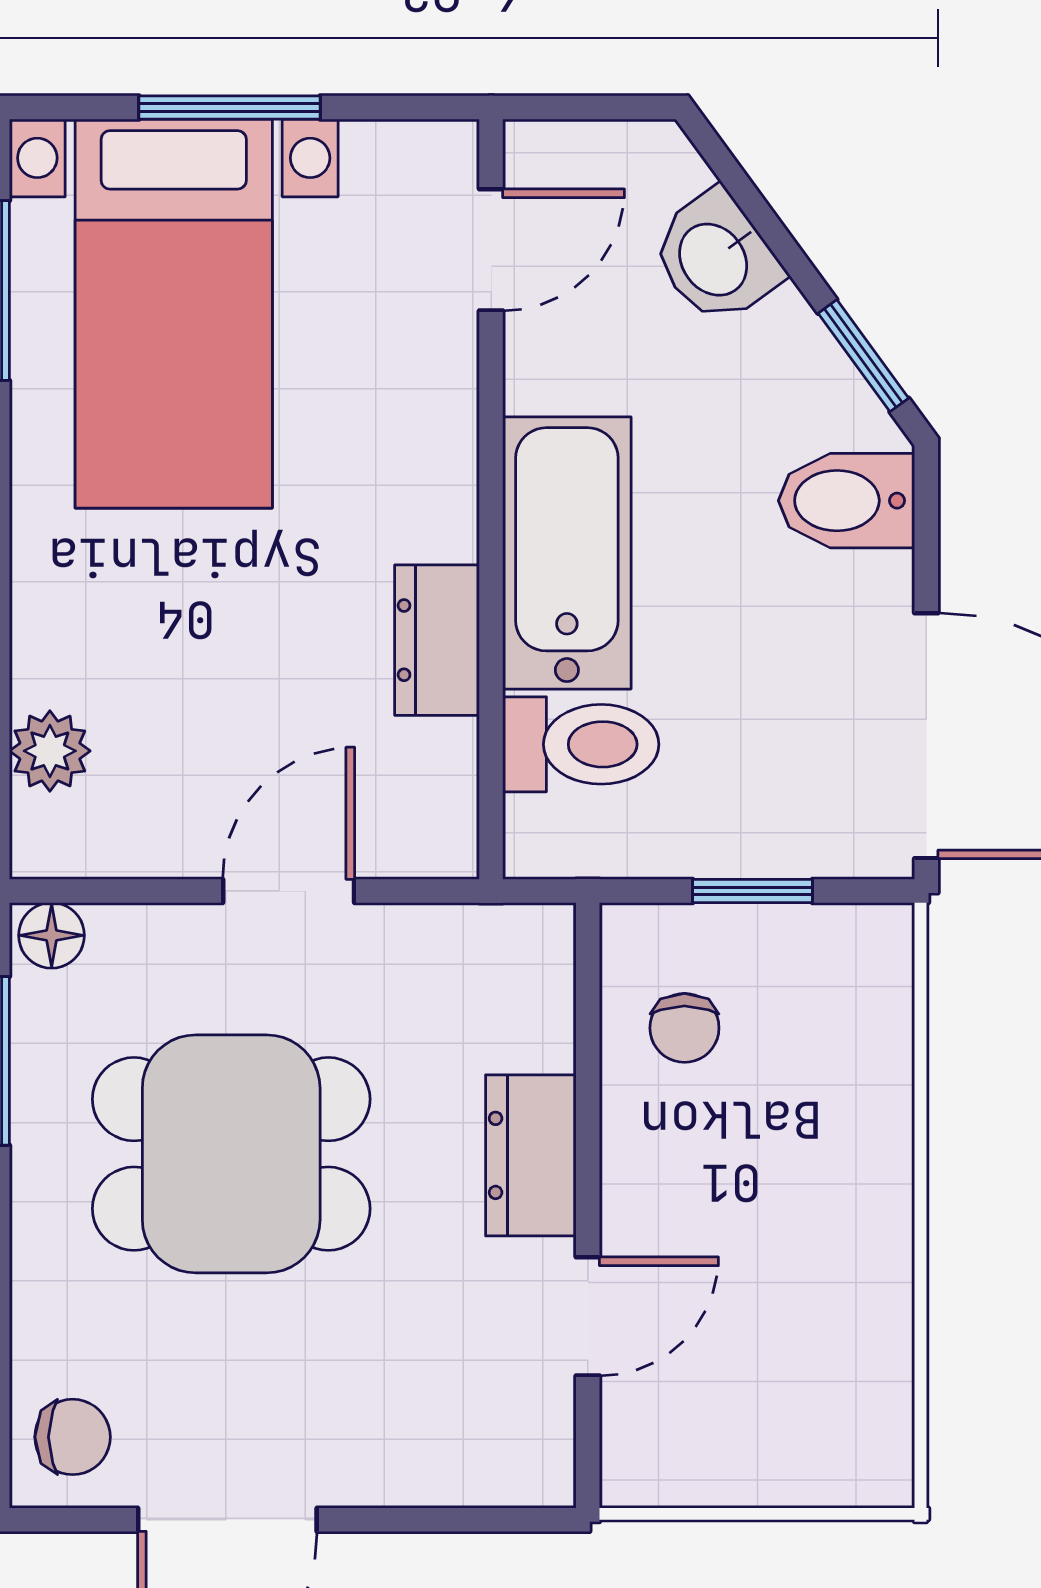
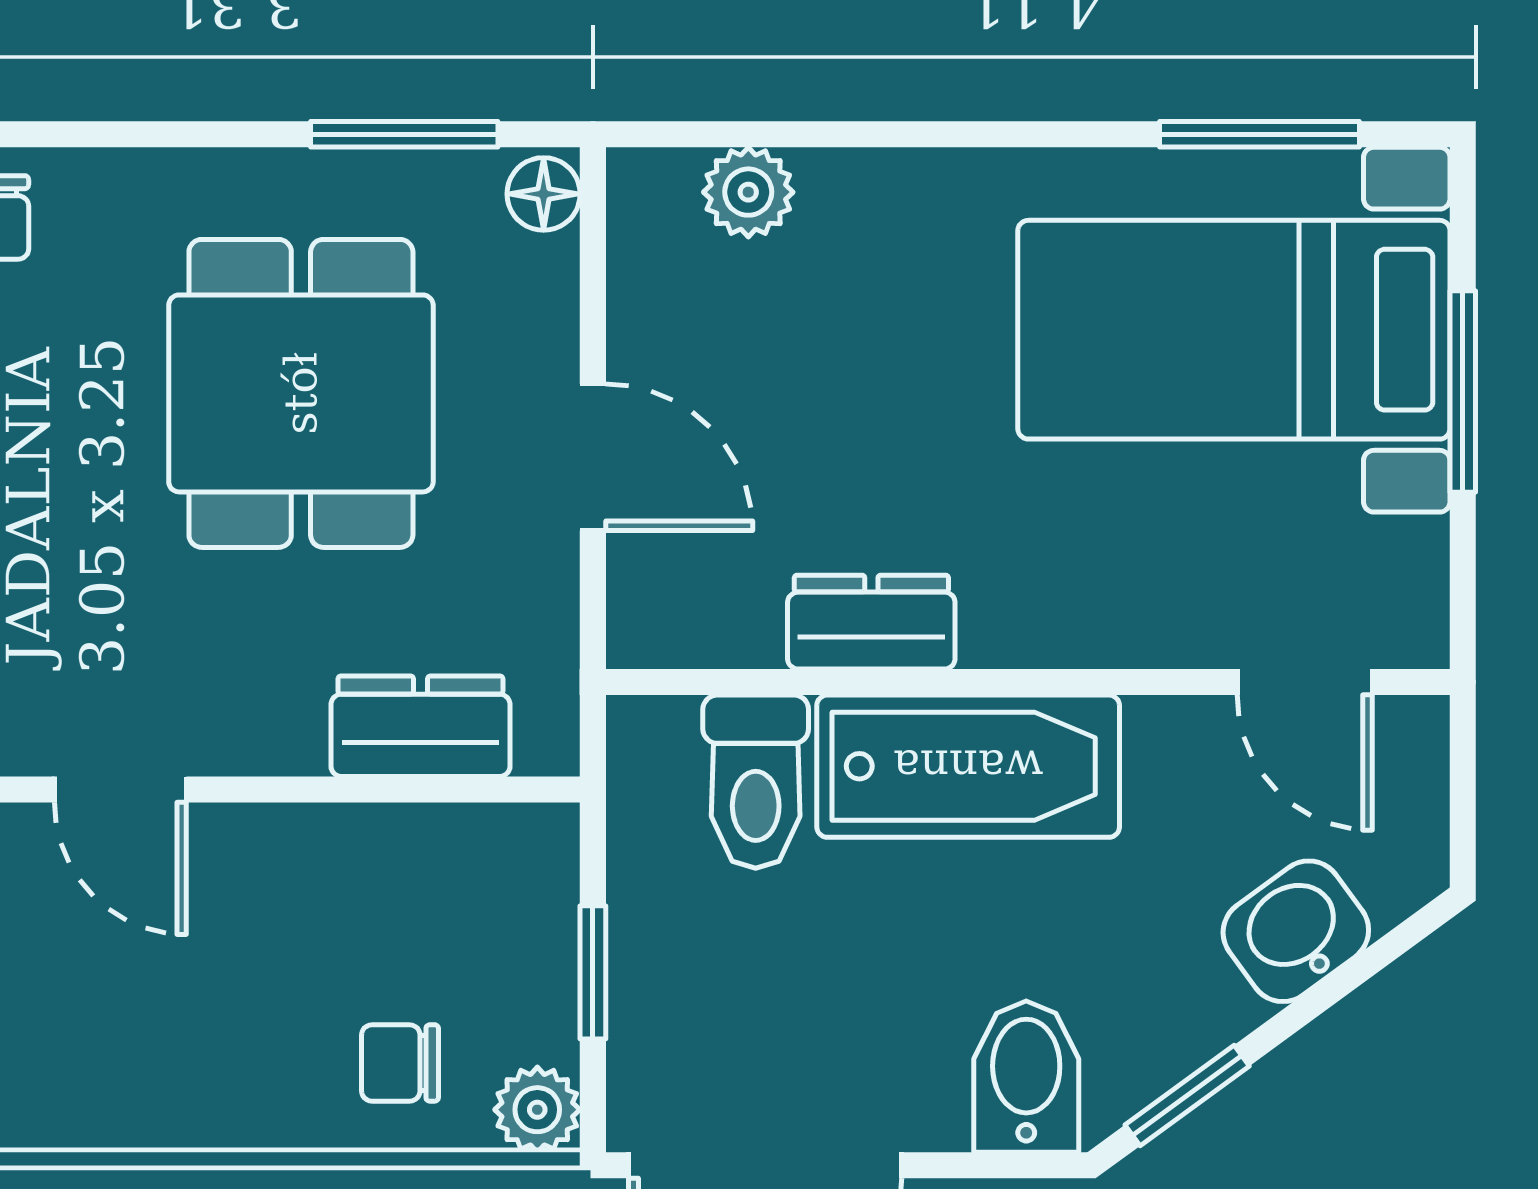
plant: (876, 941) -> (537, 1110), added
chair: (684, 1028) -> (400, 1063), moved
dresser: (531, 1155) -> (420, 726), moved

